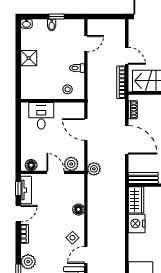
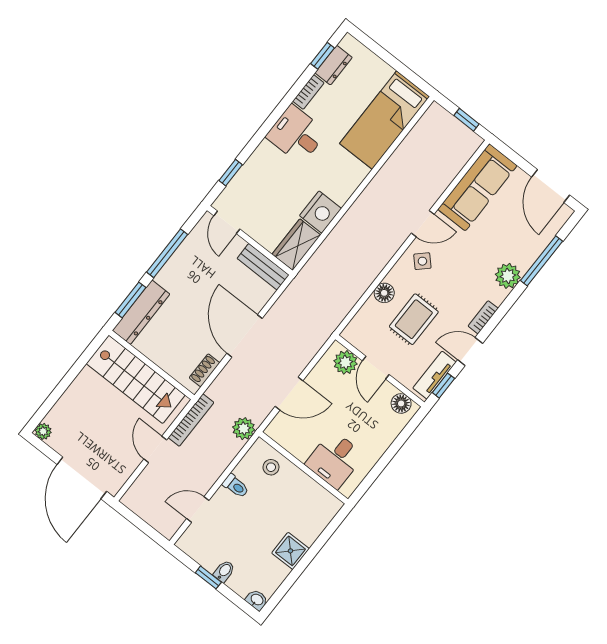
door: (86, 129) -> (289, 394), hinge flipped
plant: (94, 169) -> (244, 429), moved
rug: (56, 208) -> (414, 319), added

